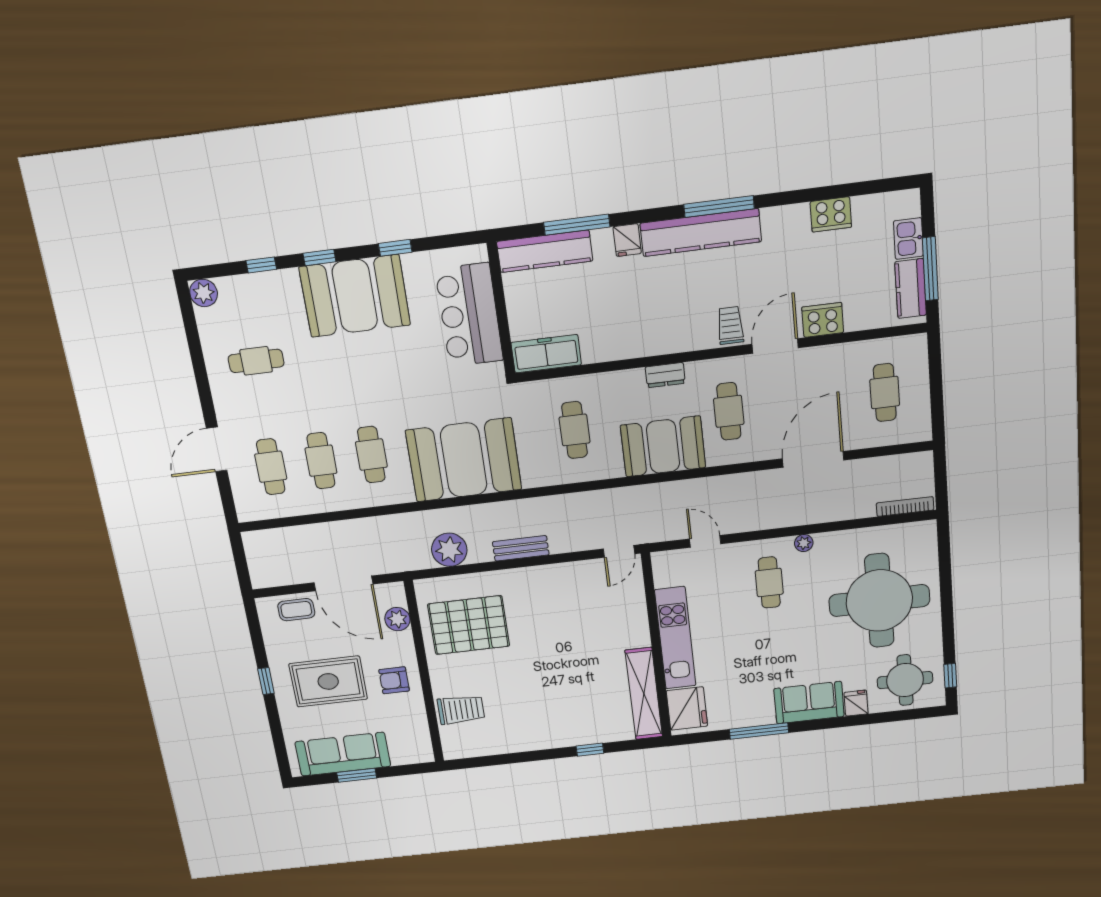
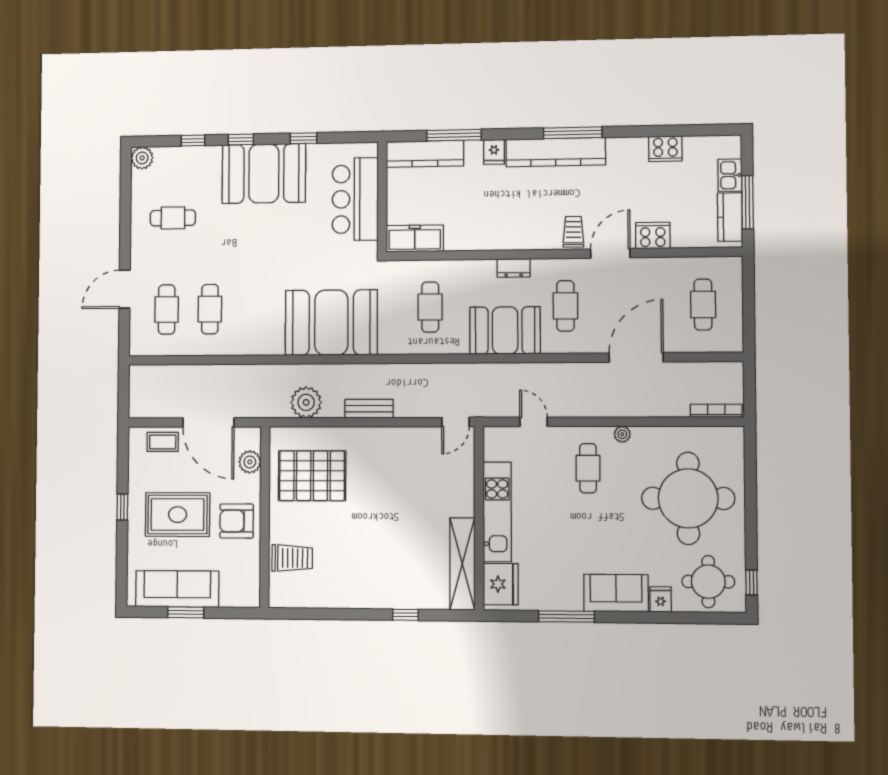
cafe table: (371, 455) -> (253, 309), removed
armchair: (394, 680) -> (237, 521), width x1.38, depth x1.38

